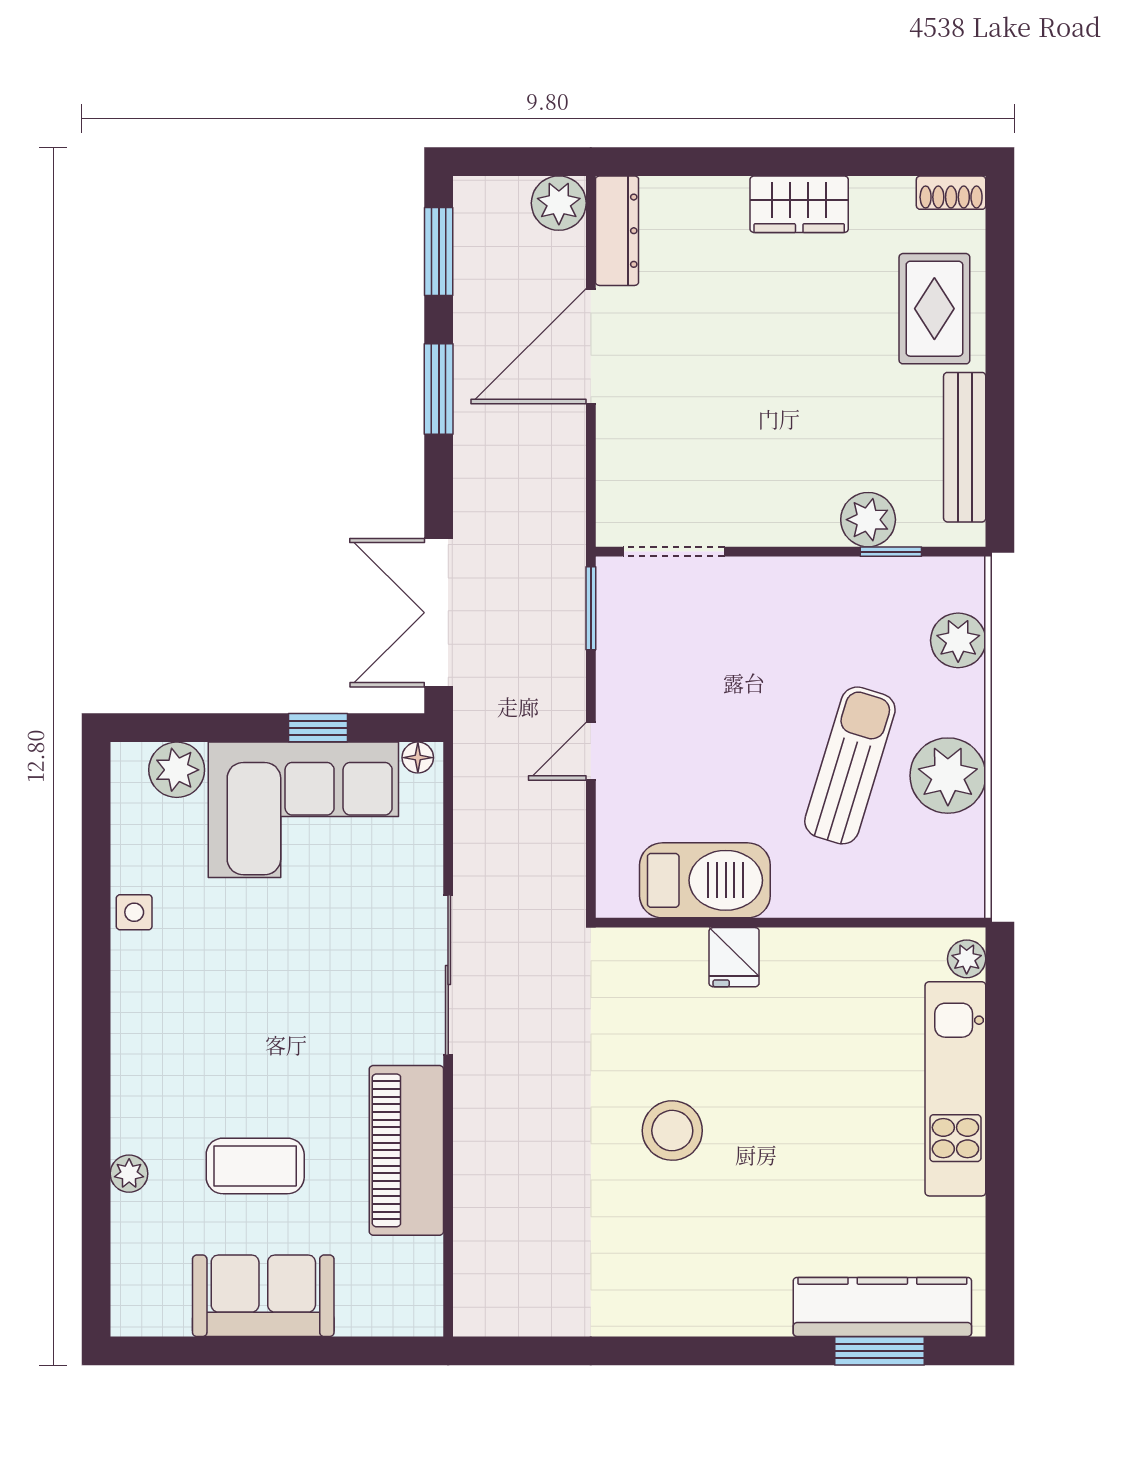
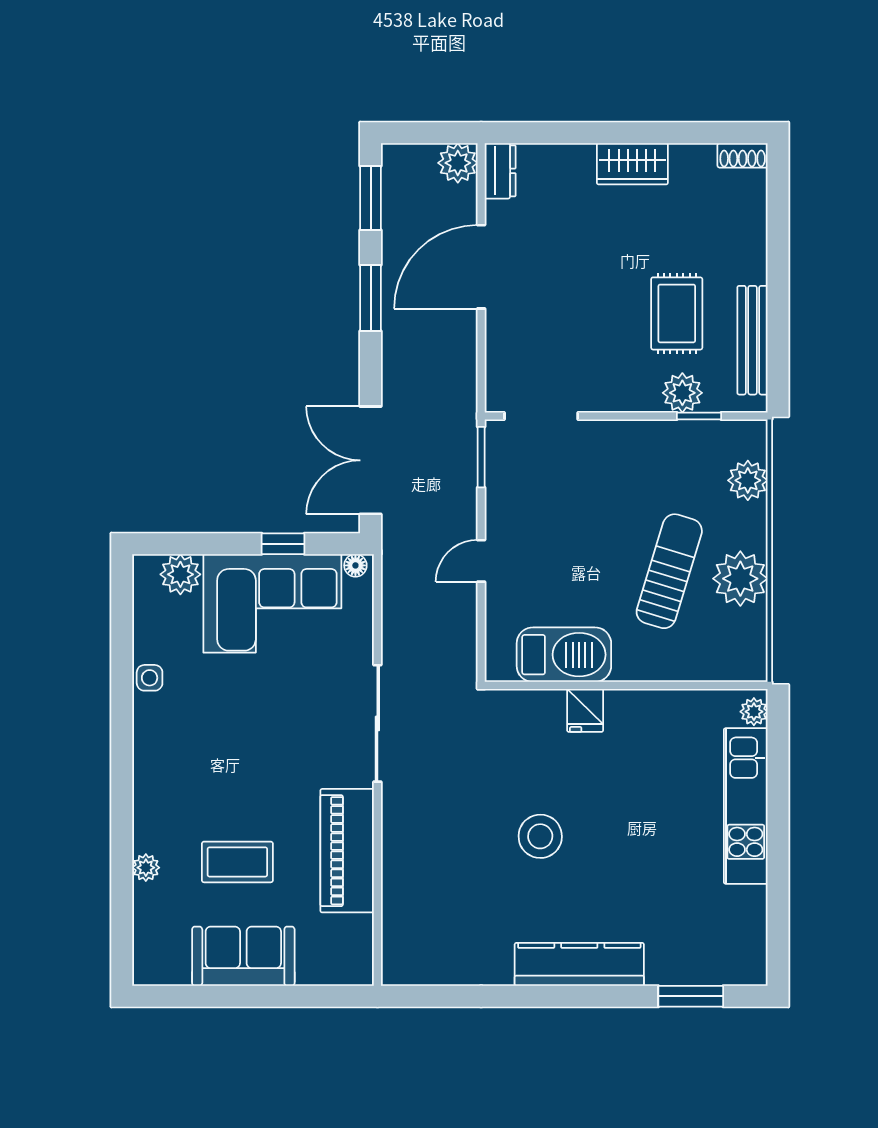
dresser: (617, 231) -> (500, 171), width x0.70
rug: (934, 309) -> (677, 313), moved
kitchen counter: (882, 1307) -> (579, 964), moved

